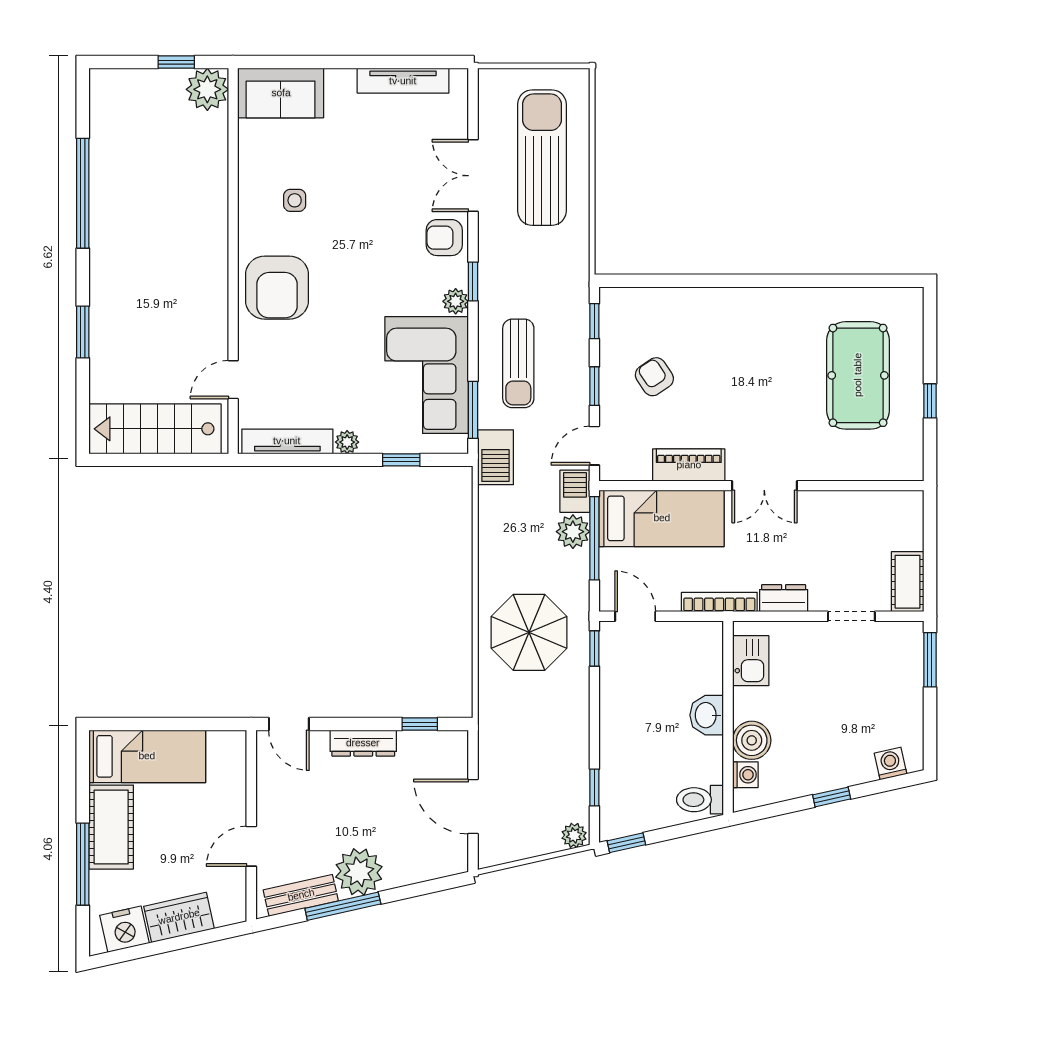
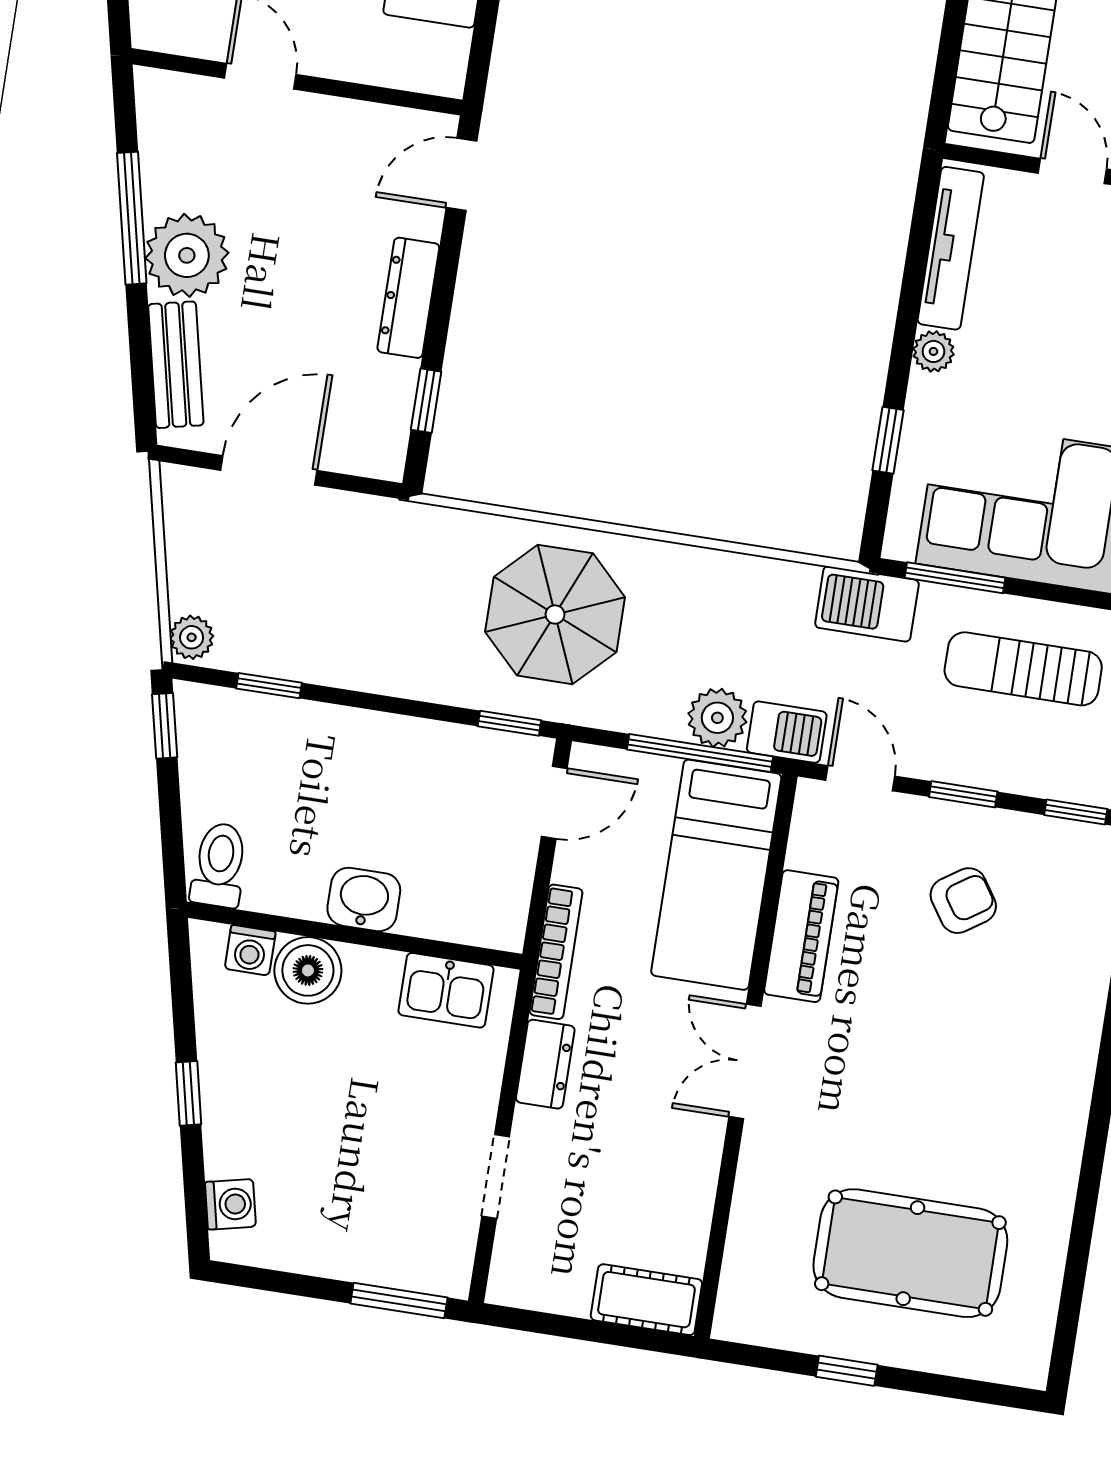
cot: (908, 582) -> (646, 1300), moved
bench: (301, 895) -> (176, 365), moved

